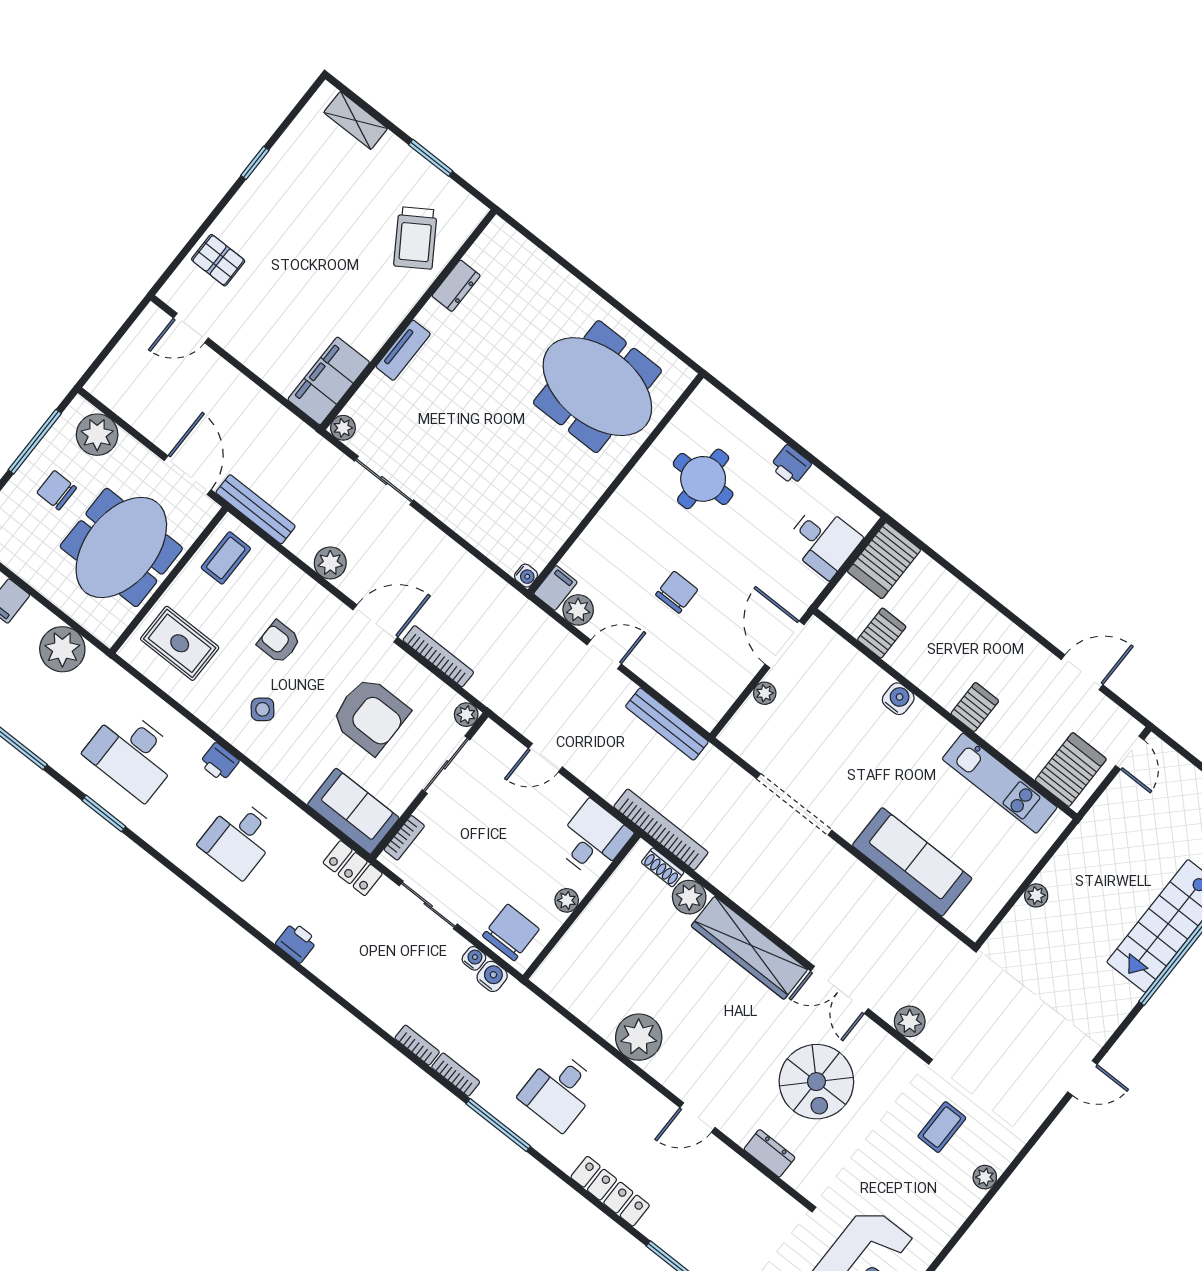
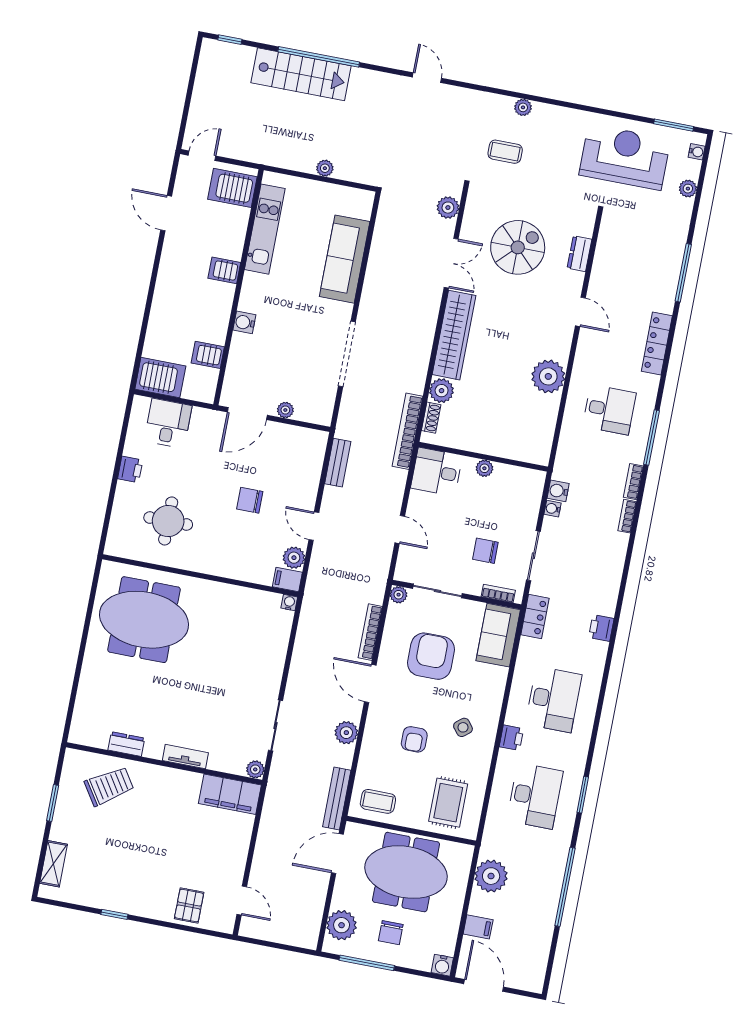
meeting table: (597, 387) -> (144, 620), turned 90
bench: (667, 724) -> (338, 463), width x0.73
desk: (239, 838) -> (553, 699), width x1.37
chair: (511, 932) -> (485, 551), moved, width x0.73, depth x0.73

